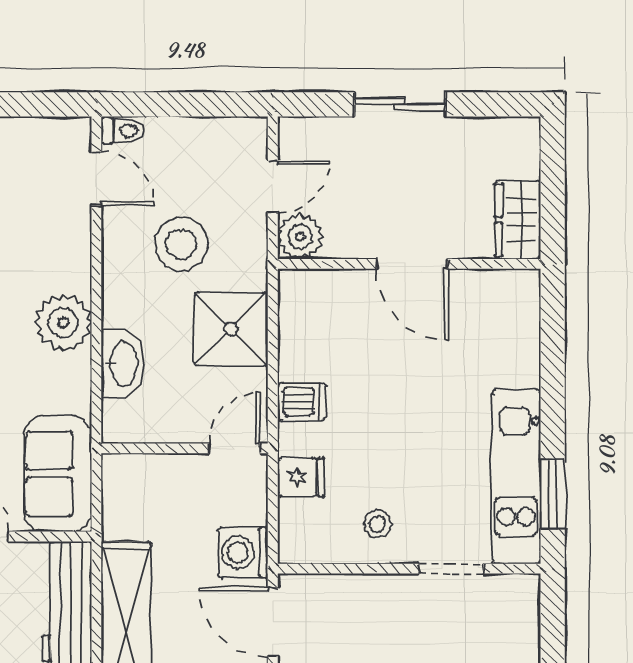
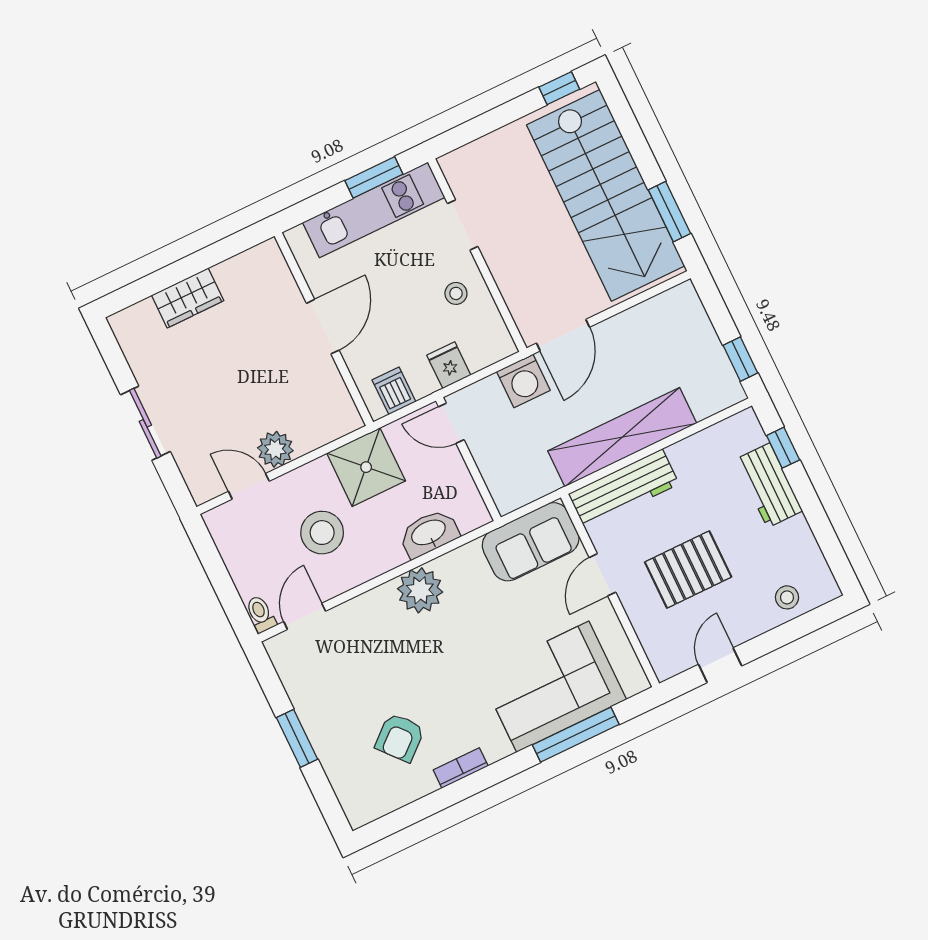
wall: (409, 264) -> (324, 329), moved
door: (412, 264) -> (323, 327), moved

